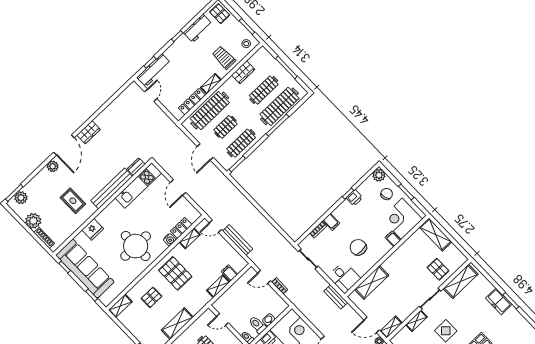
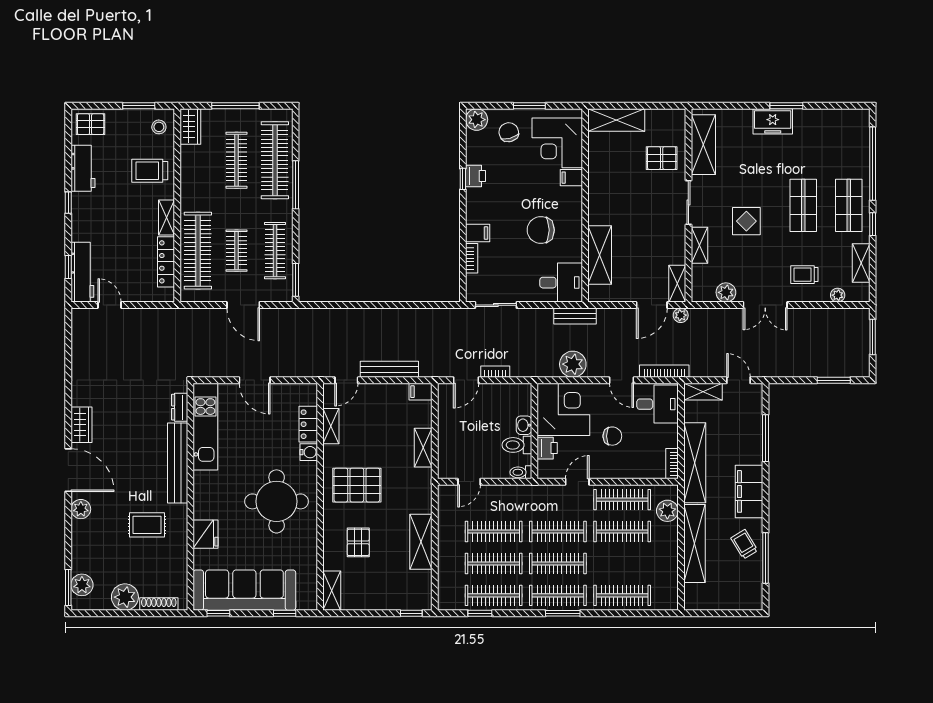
wardrobe: (243, 72) -> (190, 126), moved
filing cabinet: (230, 273) -> (420, 392), moved
plant: (314, 316) -> (573, 364), added

